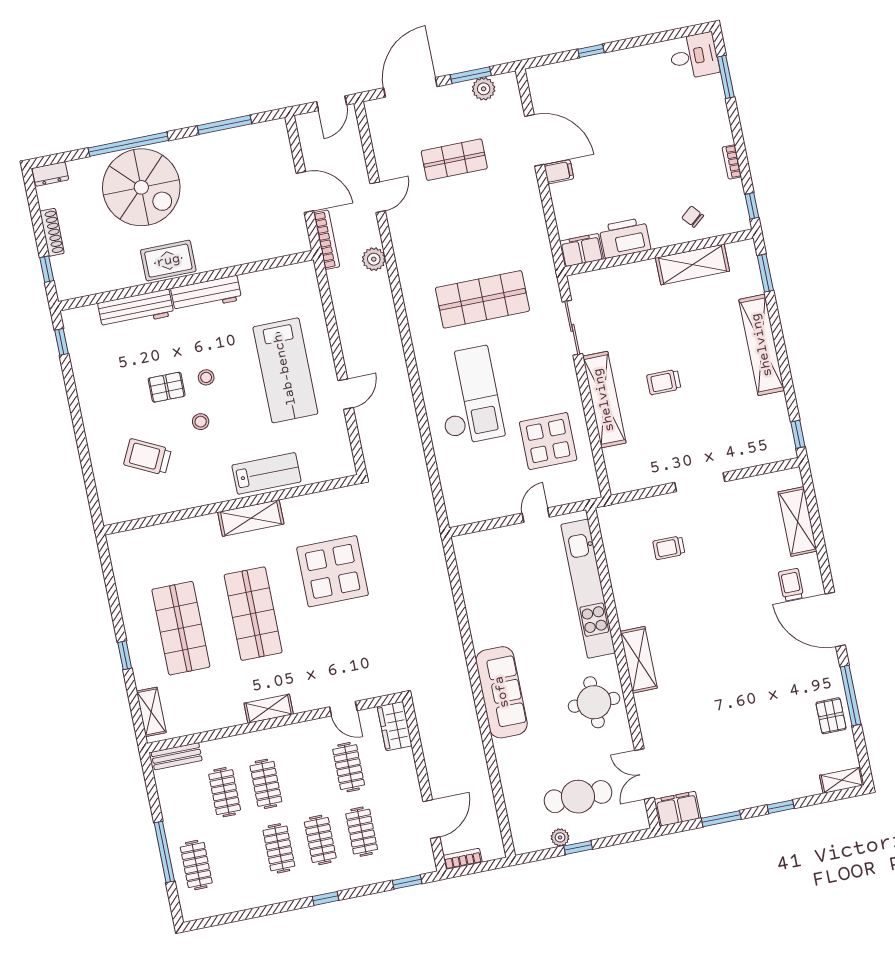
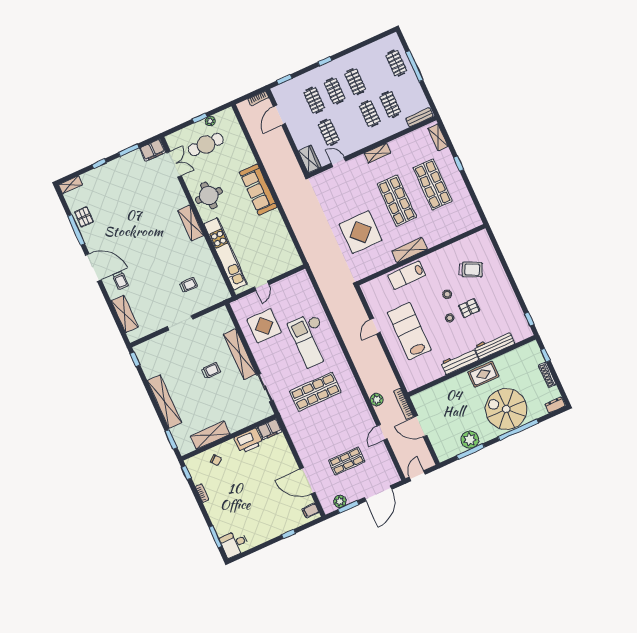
plant: (220, 147) -> (470, 440), added
filing cabinet: (559, 172) -> (310, 511), moved

